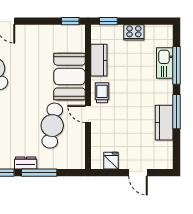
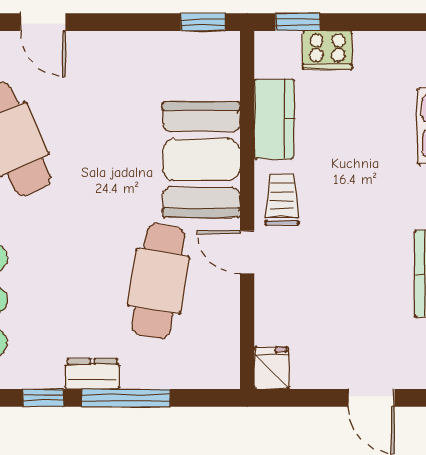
cooker: (134, 32) -> (327, 50), moved
fridge: (111, 161) -> (272, 368), moved

